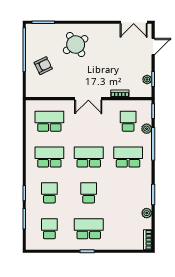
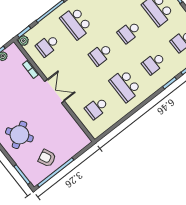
armchair: (43, 66) -> (47, 158), moved
school desk: (49, 121) -> (97, 108), width x0.54
plant: (147, 129) -> (23, 41), moved
school desk: (89, 157) -> (101, 54), width x0.54

